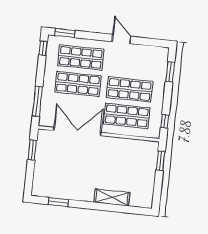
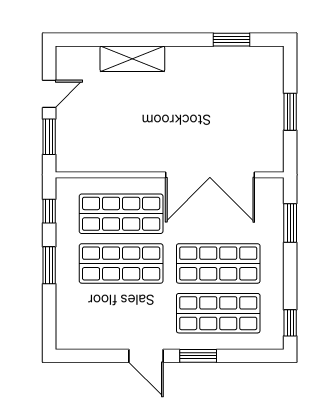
window: (65, 33) -> (198, 356), moved
window: (170, 72) -> (49, 265), moved
window: (37, 101) -> (290, 223), width x0.69
window: (32, 150) -> (290, 112), moved
door: (158, 184) -> (49, 94), added

